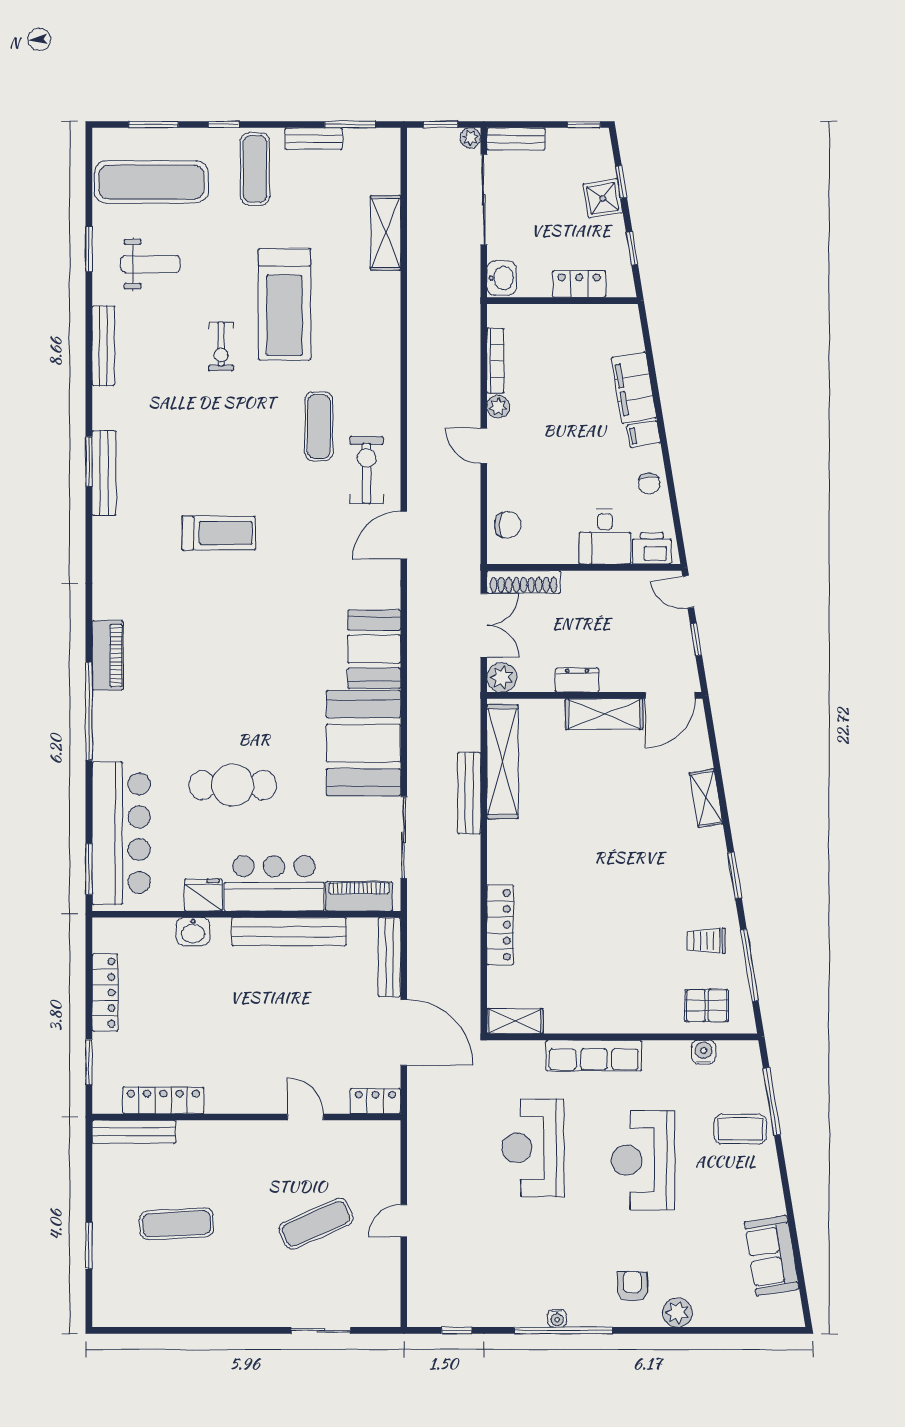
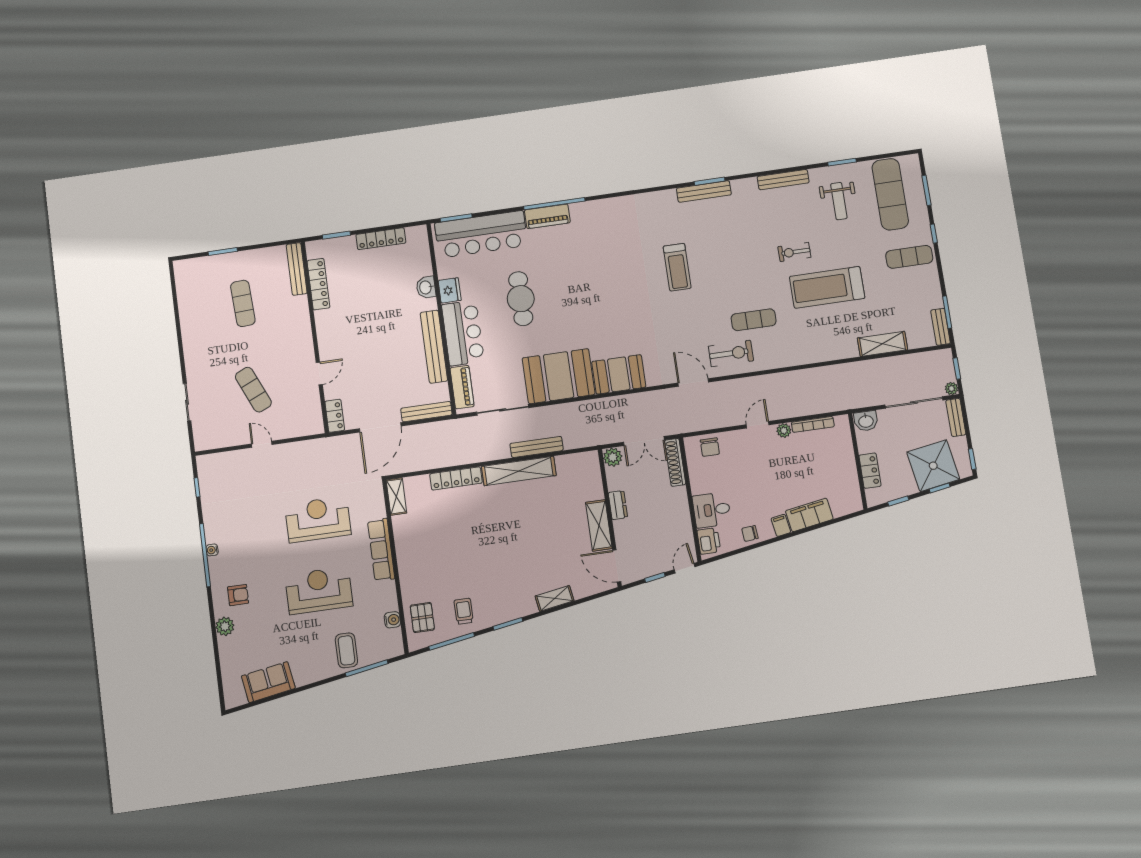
bench: (314, 139) -> (941, 327), moved
shower: (603, 198) -> (933, 466), width x1.86, depth x1.86
piano: (108, 655) -> (547, 216), moved
shelving: (503, 762) -> (519, 471), moved

